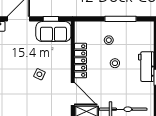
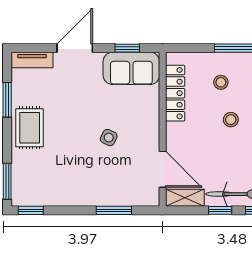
locker: (81, 61) -> (175, 93), moved

